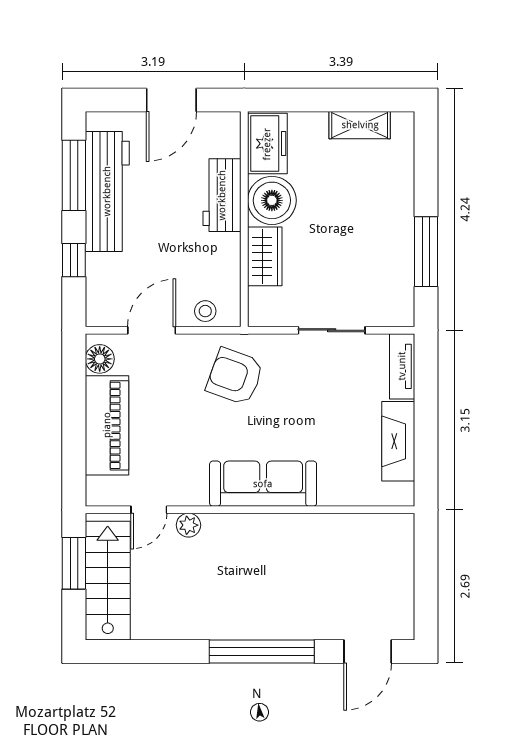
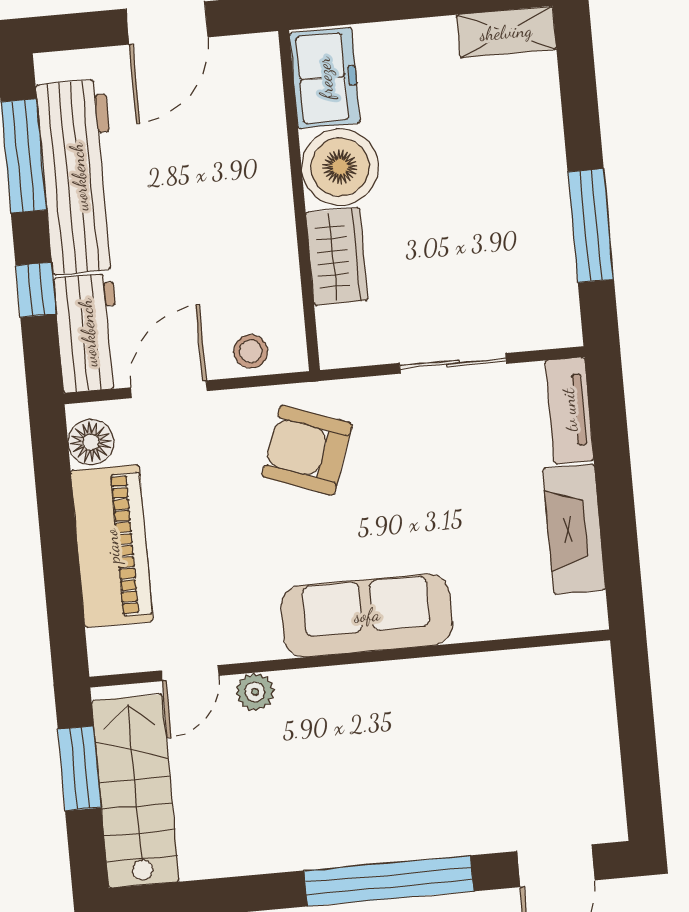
shelving: (360, 125) -> (506, 32), moved
workbench: (222, 195) -> (88, 333), moved, turned 180

